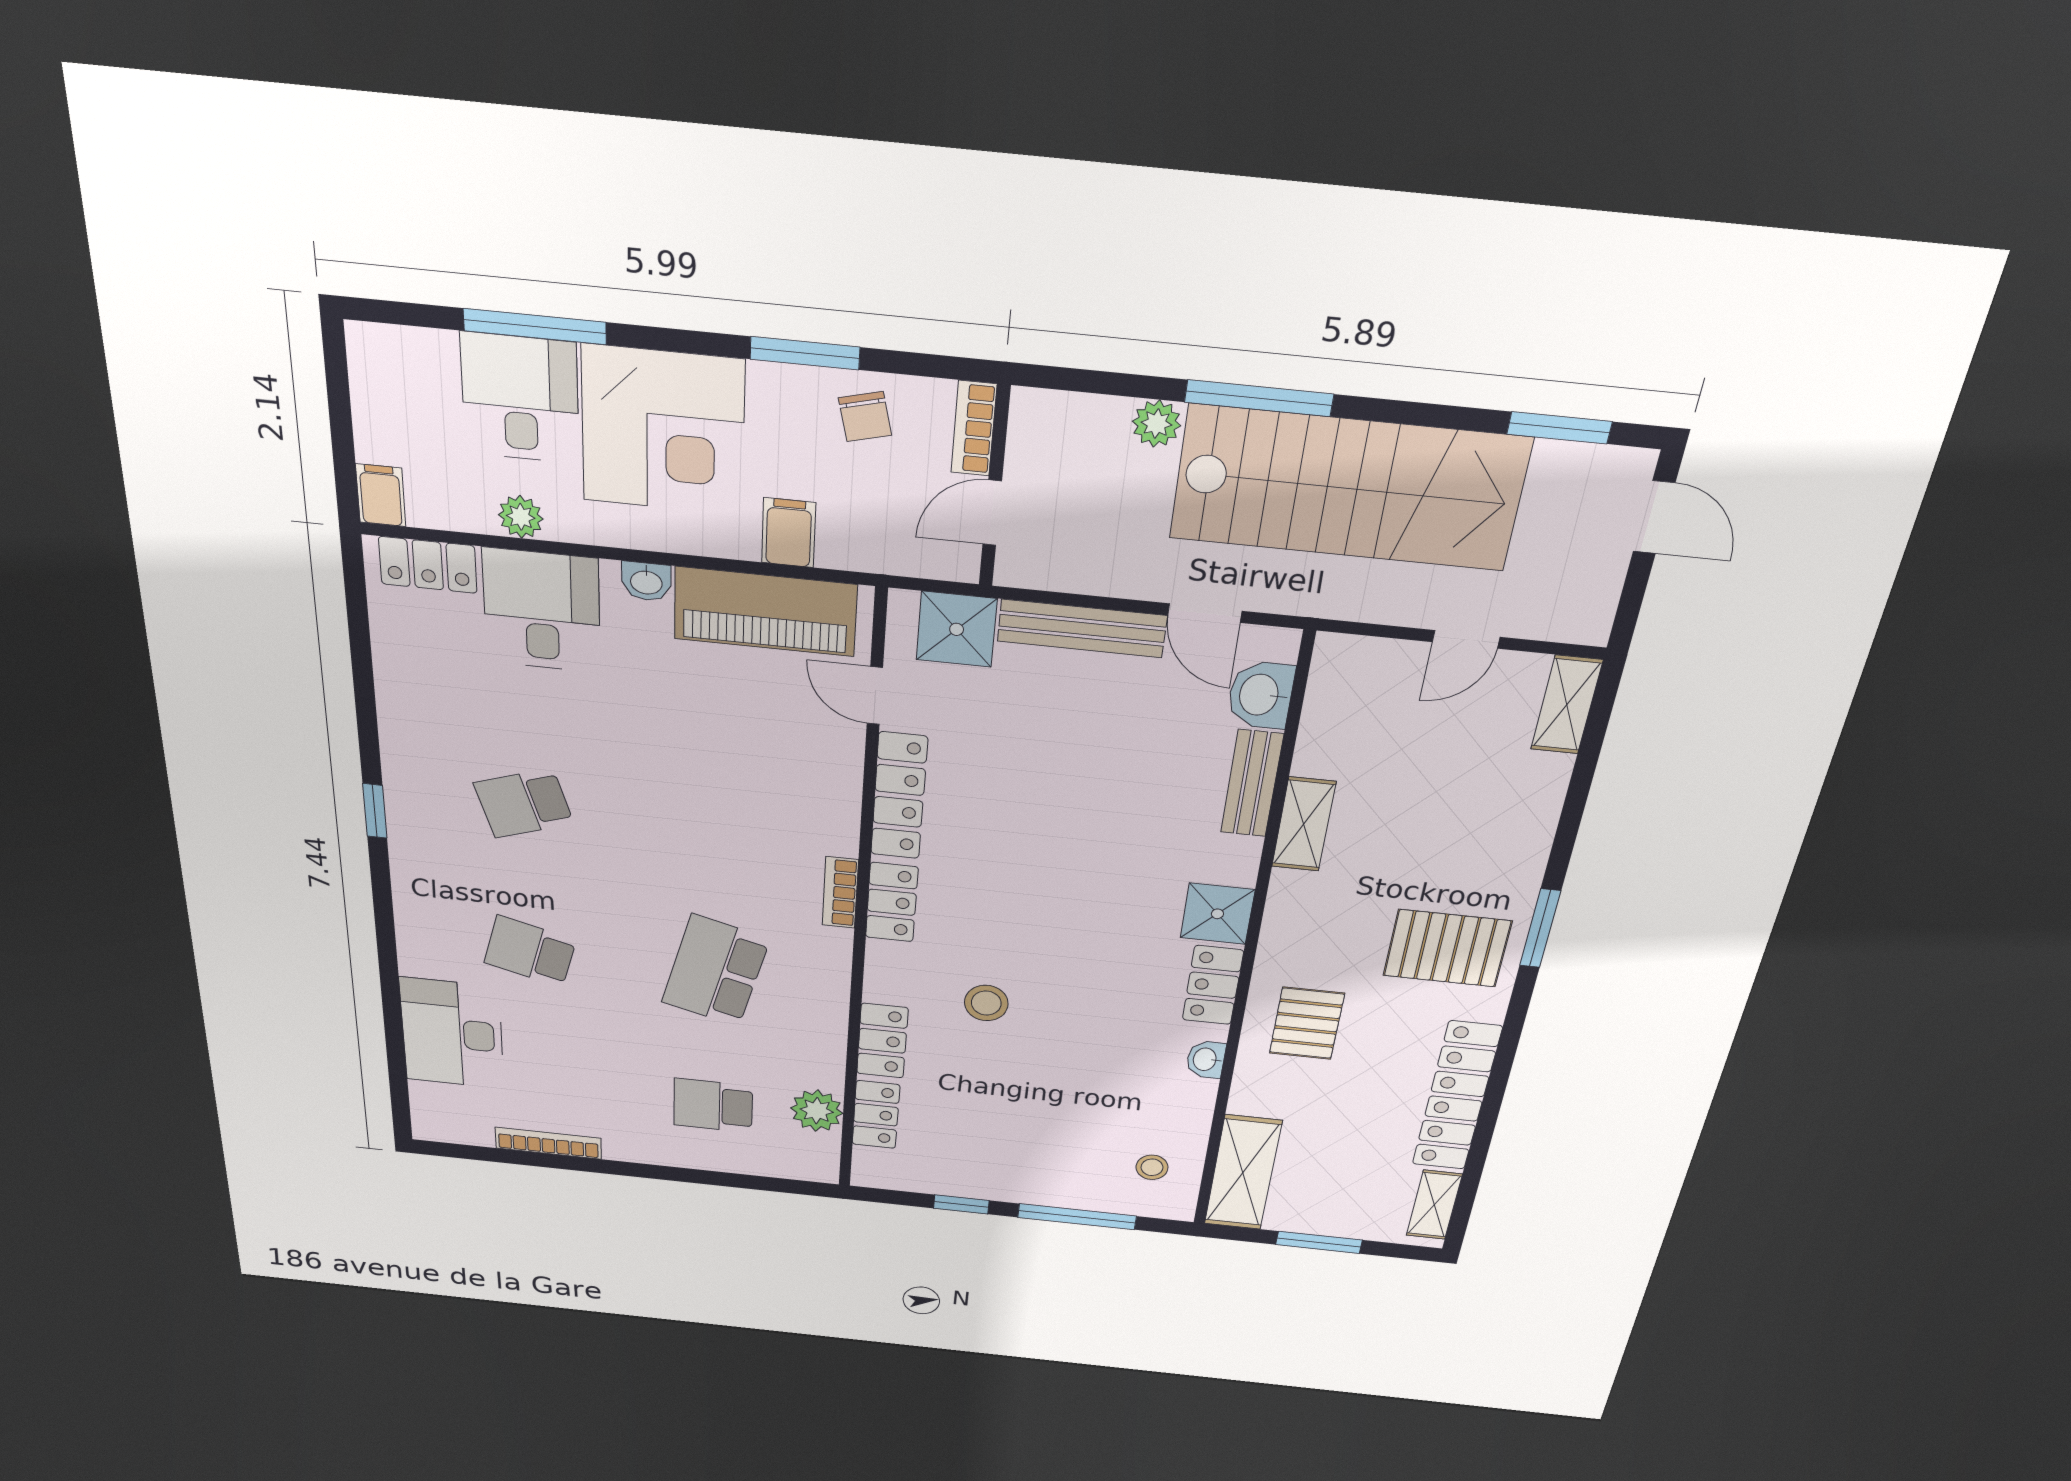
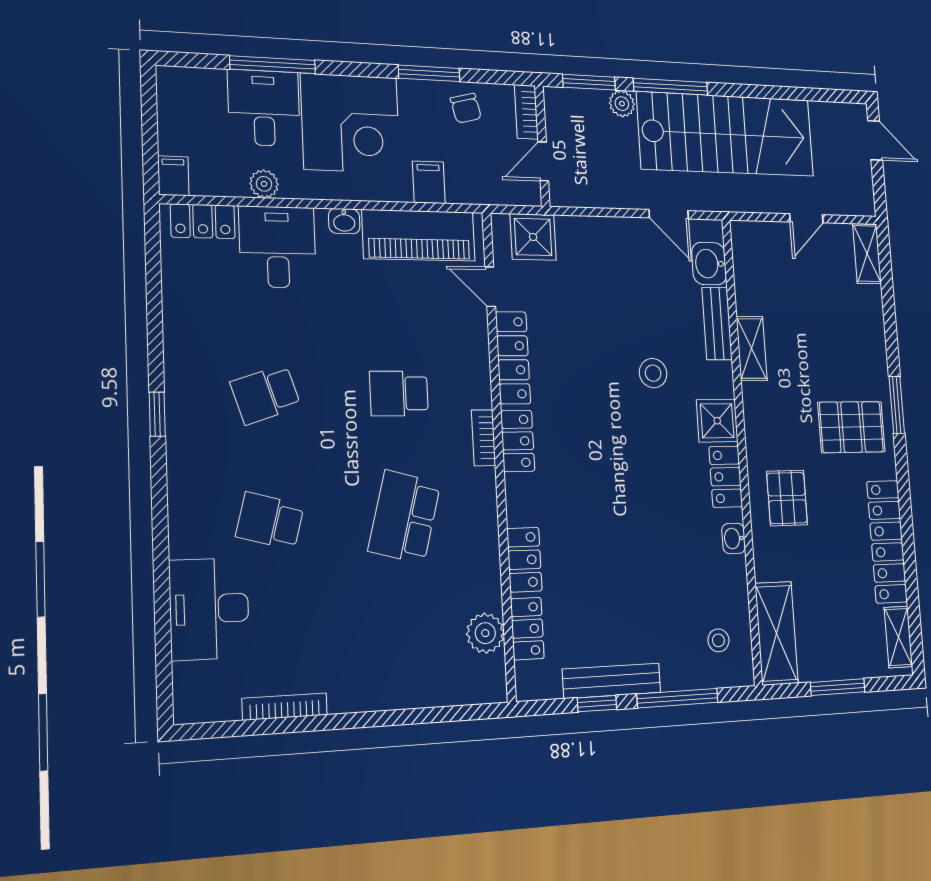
window: (1559, 428) -> (589, 82), moved
bench: (1082, 628) -> (612, 681), moved
stool: (986, 1003) -> (653, 373), moved
school desk: (713, 1105) -> (399, 393), moved

